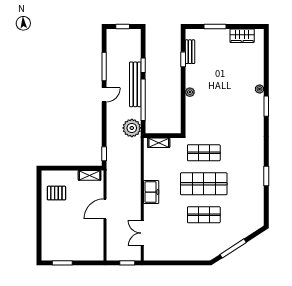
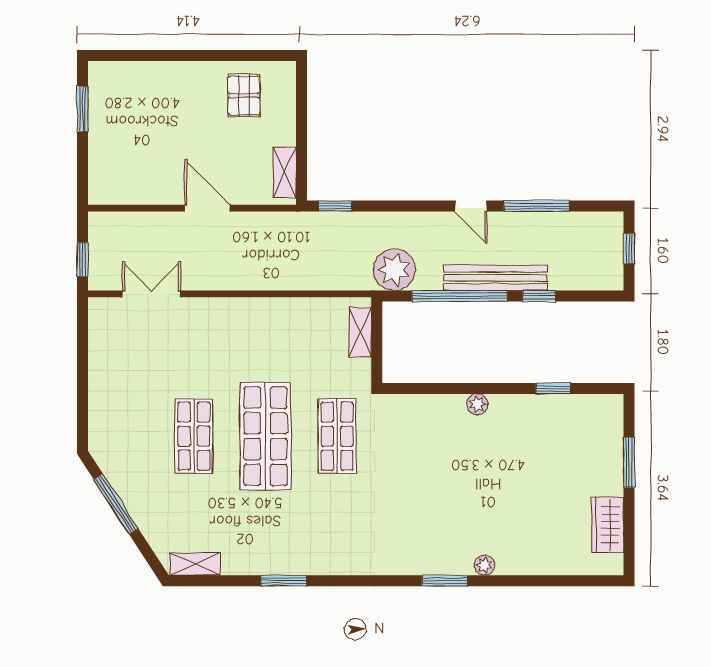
bench: (190, 52) -> (571, 404), removed
freezer: (151, 192) -> (246, 315), removed
shelving: (259, 214) -> (195, 564), added

